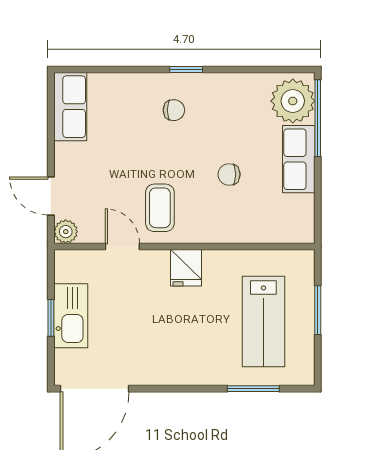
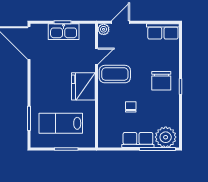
chair: (174, 110) -> (161, 81), width x1.87, depth x1.87
coffee table: (160, 208) -> (115, 74), width x1.36, depth x1.30
fridge: (186, 268) -> (83, 86), width x1.88, depth x1.34

